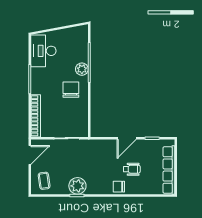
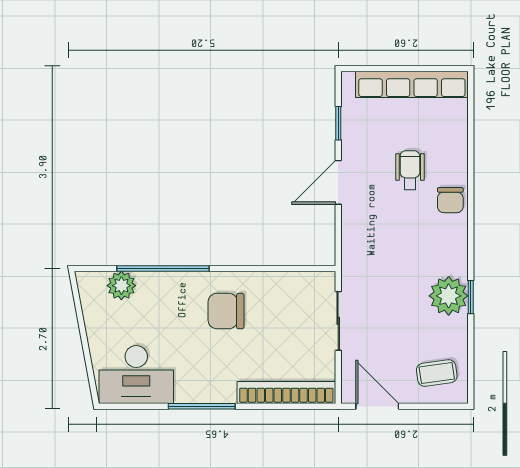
plant: (82, 69) -> (121, 286), moved
door: (127, 138) -> (338, 182), swing flipped

